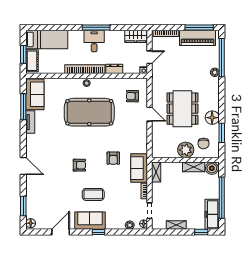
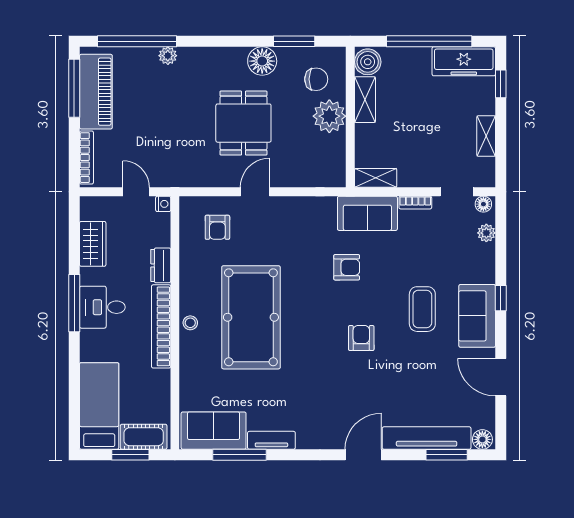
wardrobe: (136, 36) -> (93, 244), moved
dining table: (182, 109) -> (243, 123), width x0.73
tv unit: (31, 196) -> (427, 438), added

